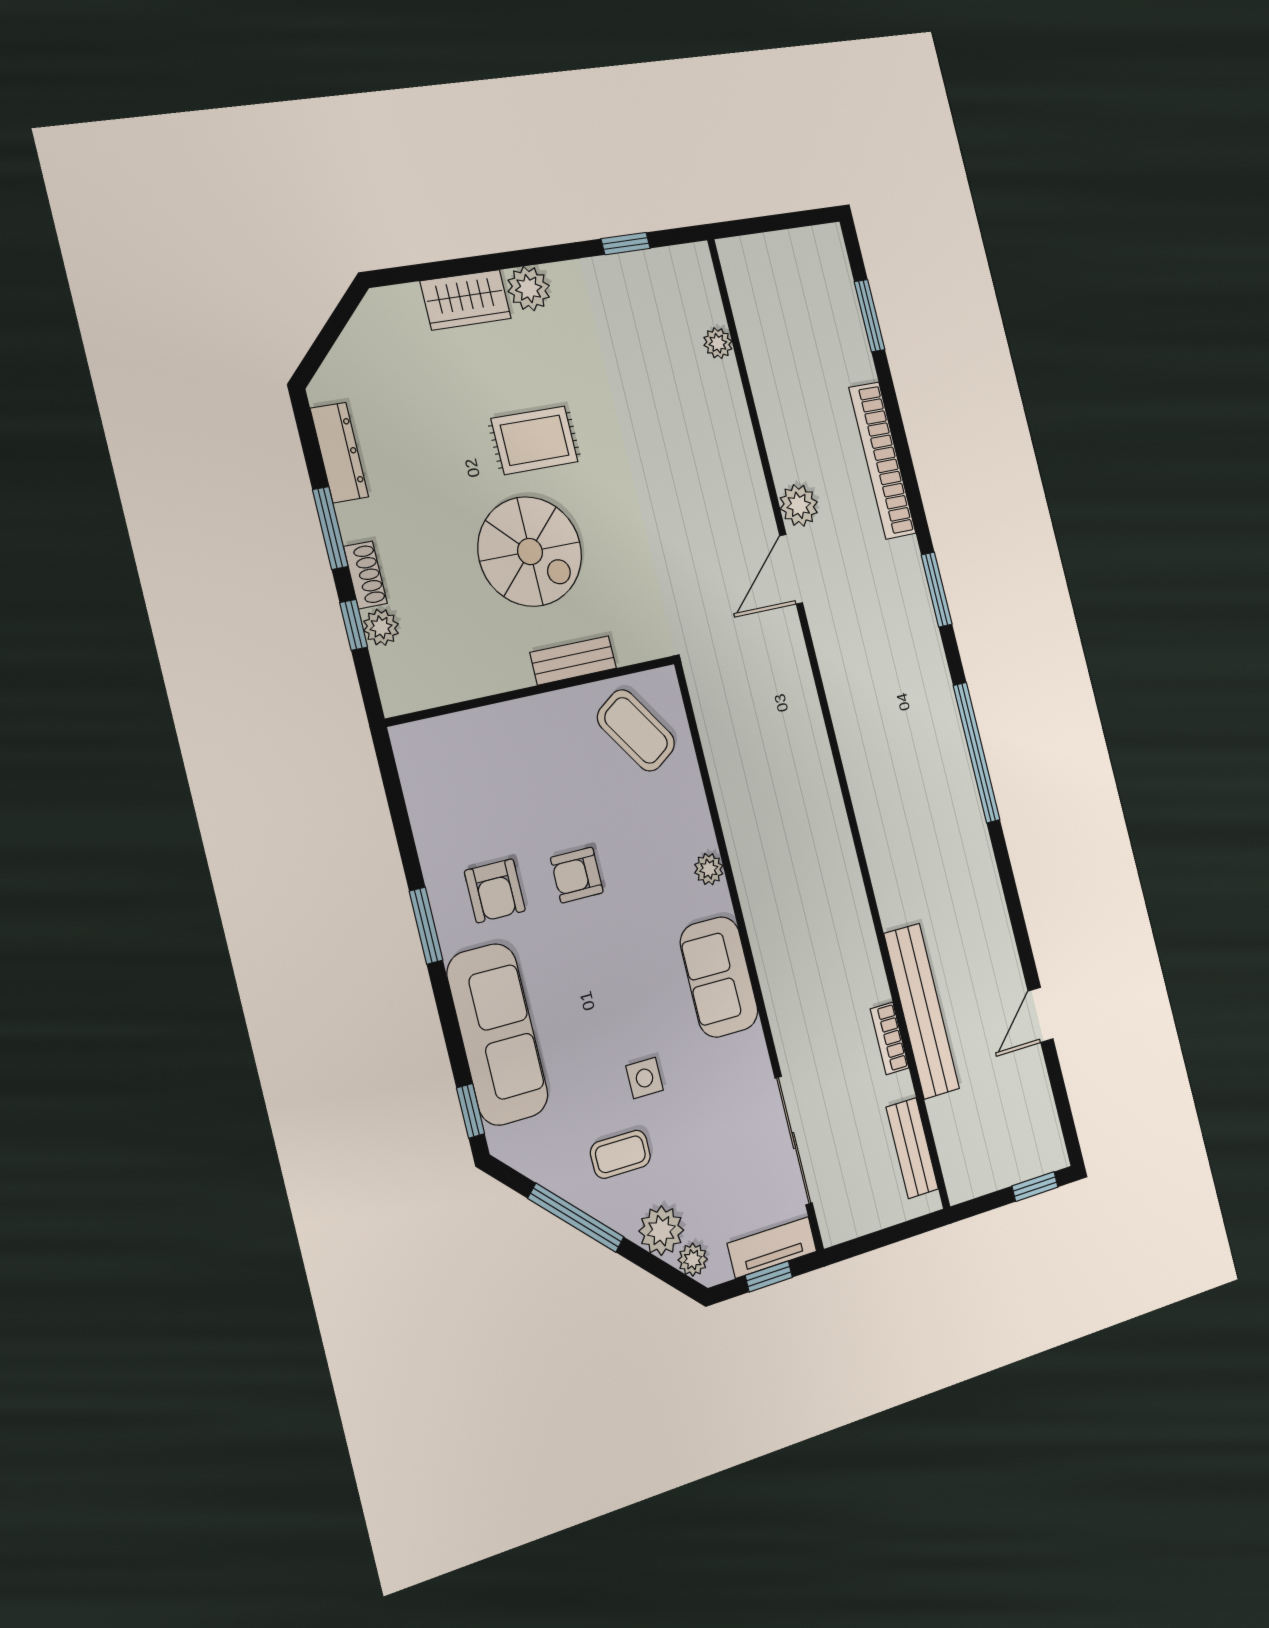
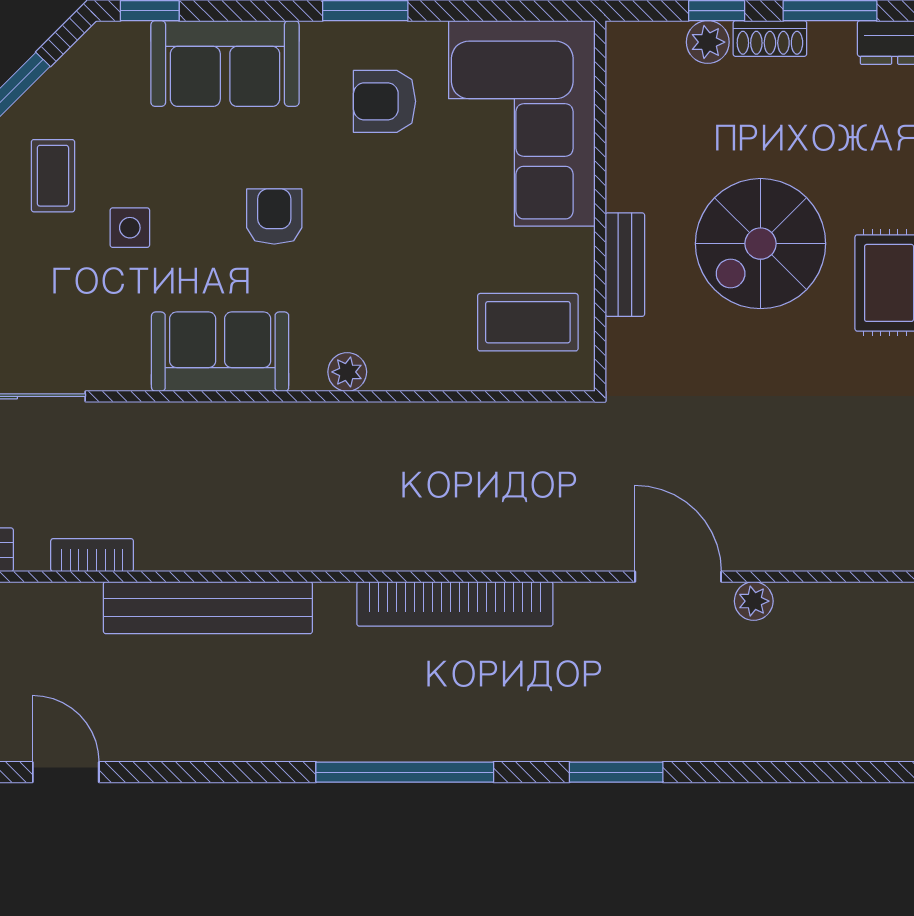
bookcase: (882, 461) -> (455, 604), moved, turned 180
plant: (799, 505) -> (754, 601), width x0.73, depth x0.73
coffee table: (636, 730) -> (528, 322), turned 34
corner sofa: (484, 771) -> (522, 123), added
armchair: (577, 875) -> (274, 217), moved
bench: (922, 1011) -> (208, 608), moved
sofa: (497, 1034) -> (225, 64), width x0.73

